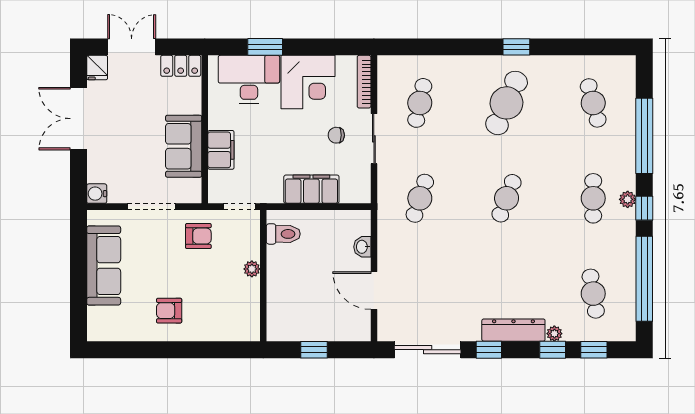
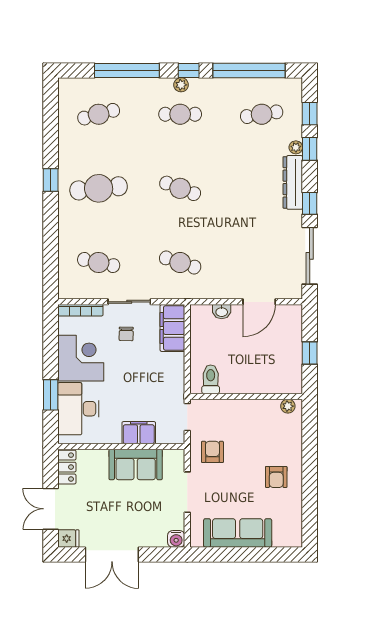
cafe table: (507, 103) -> (99, 188), turned -30
filing cabinet: (311, 189) -> (172, 328), moved
plant: (252, 269) -> (288, 406), moved

